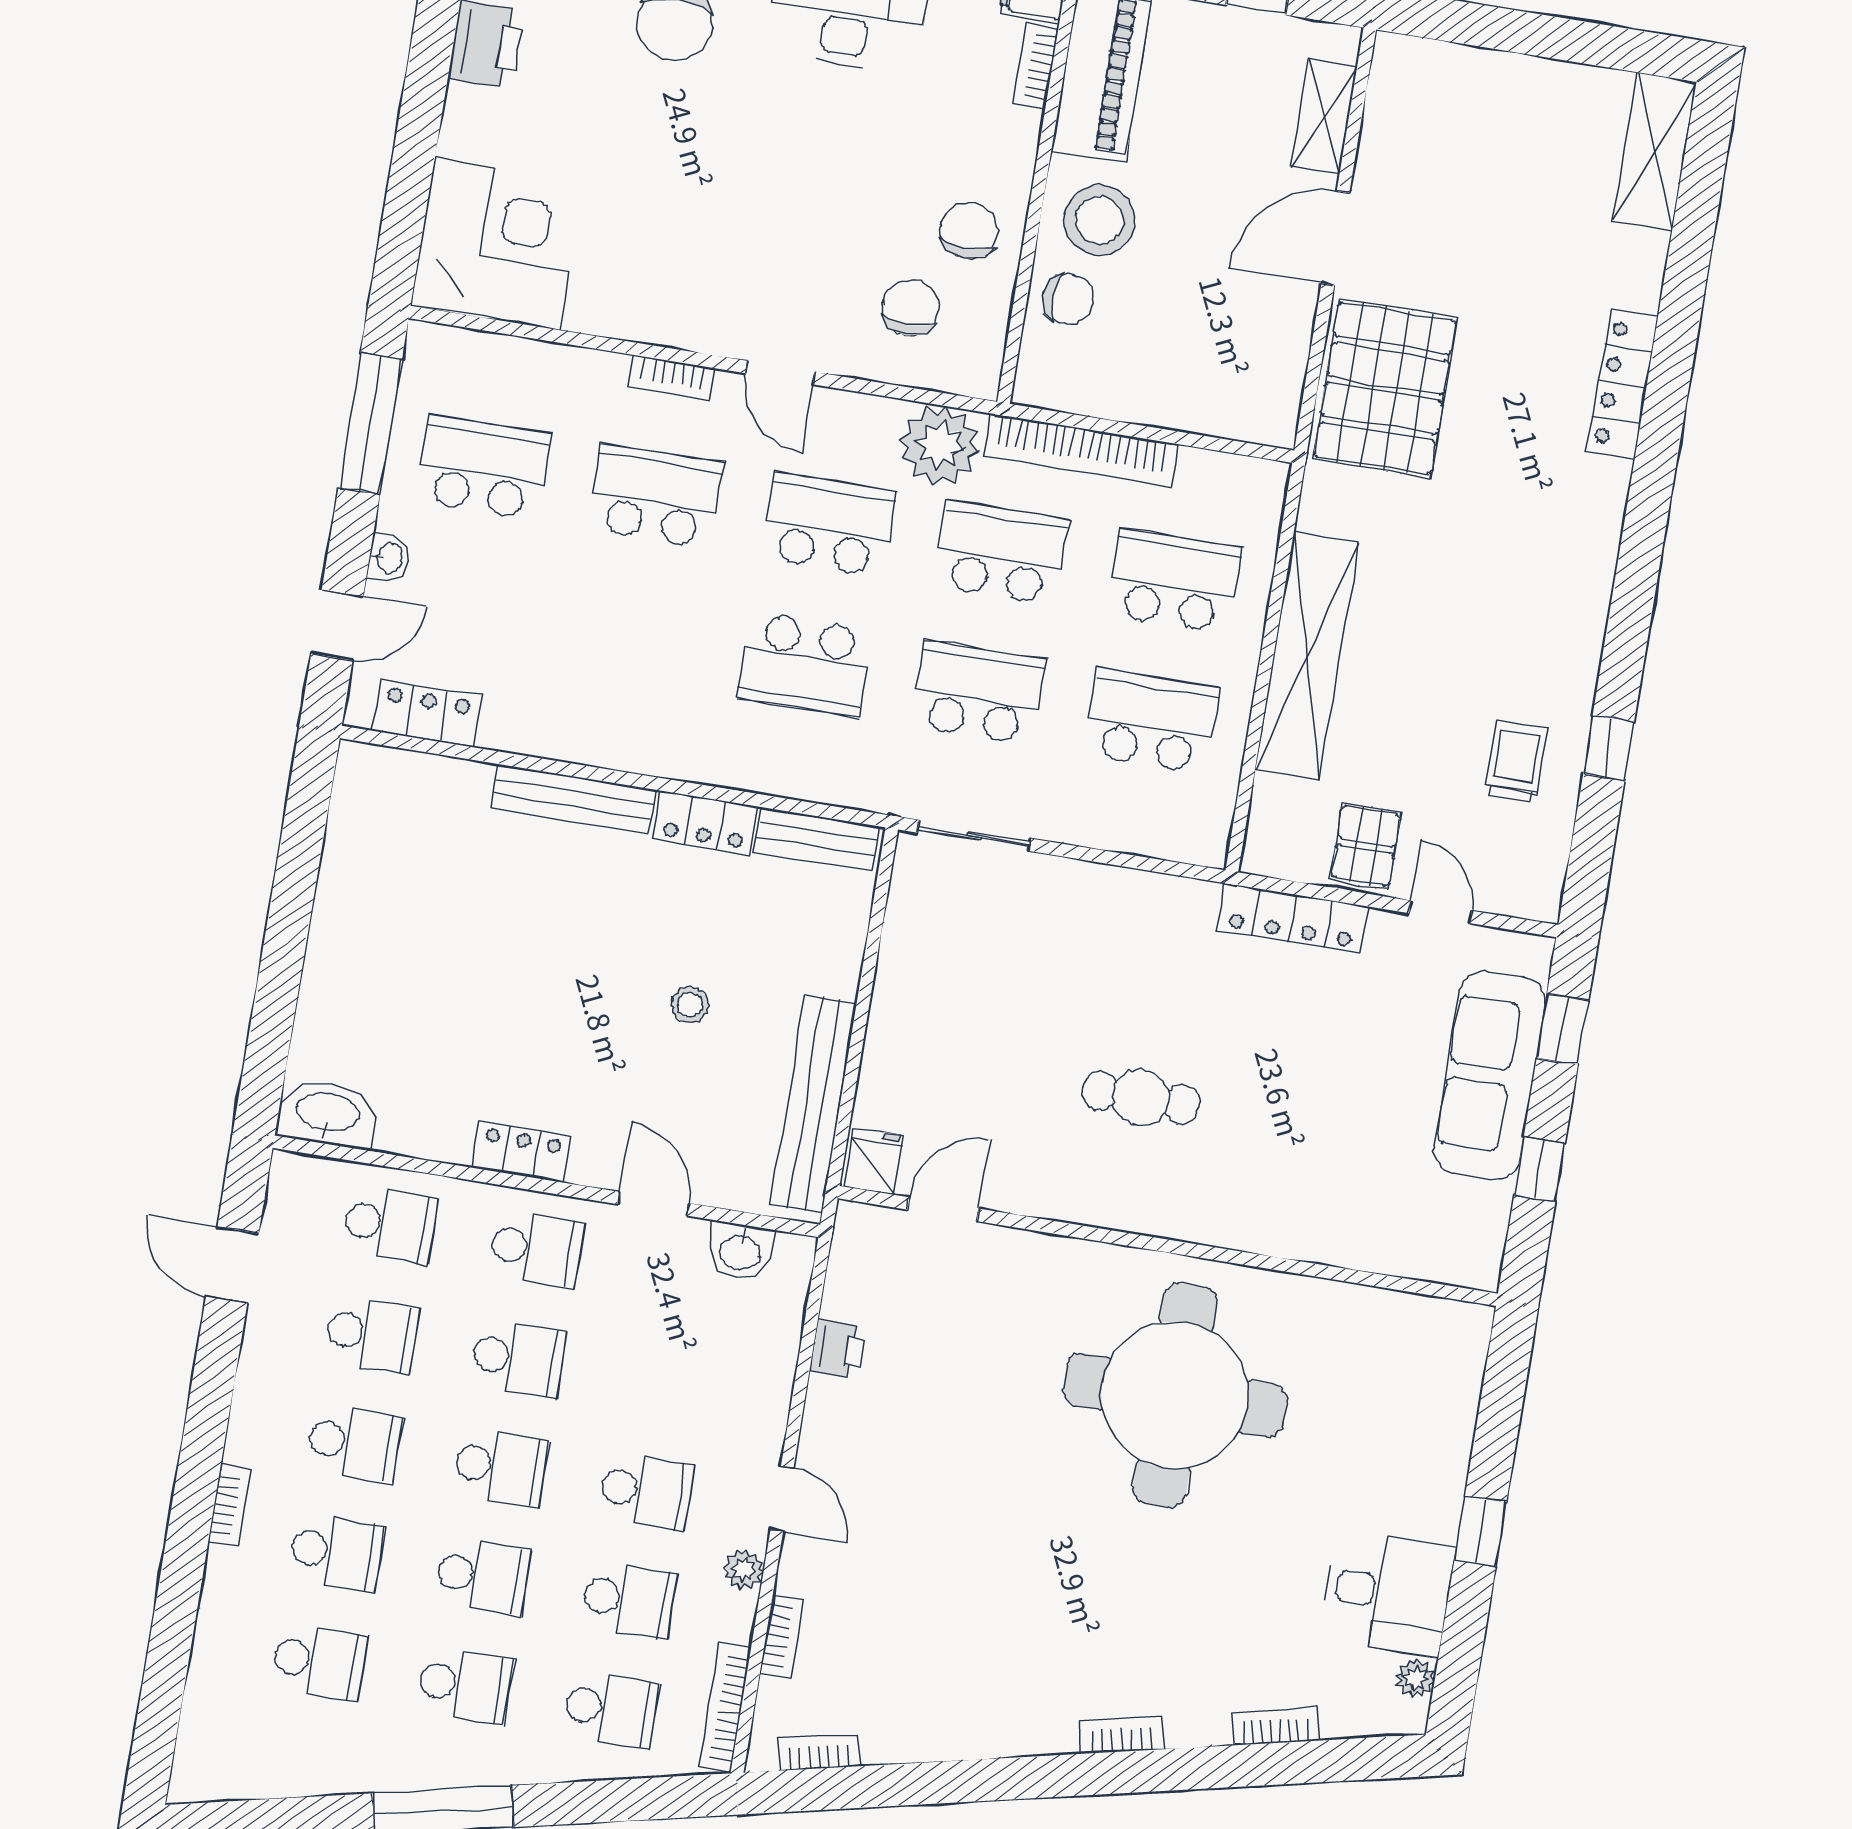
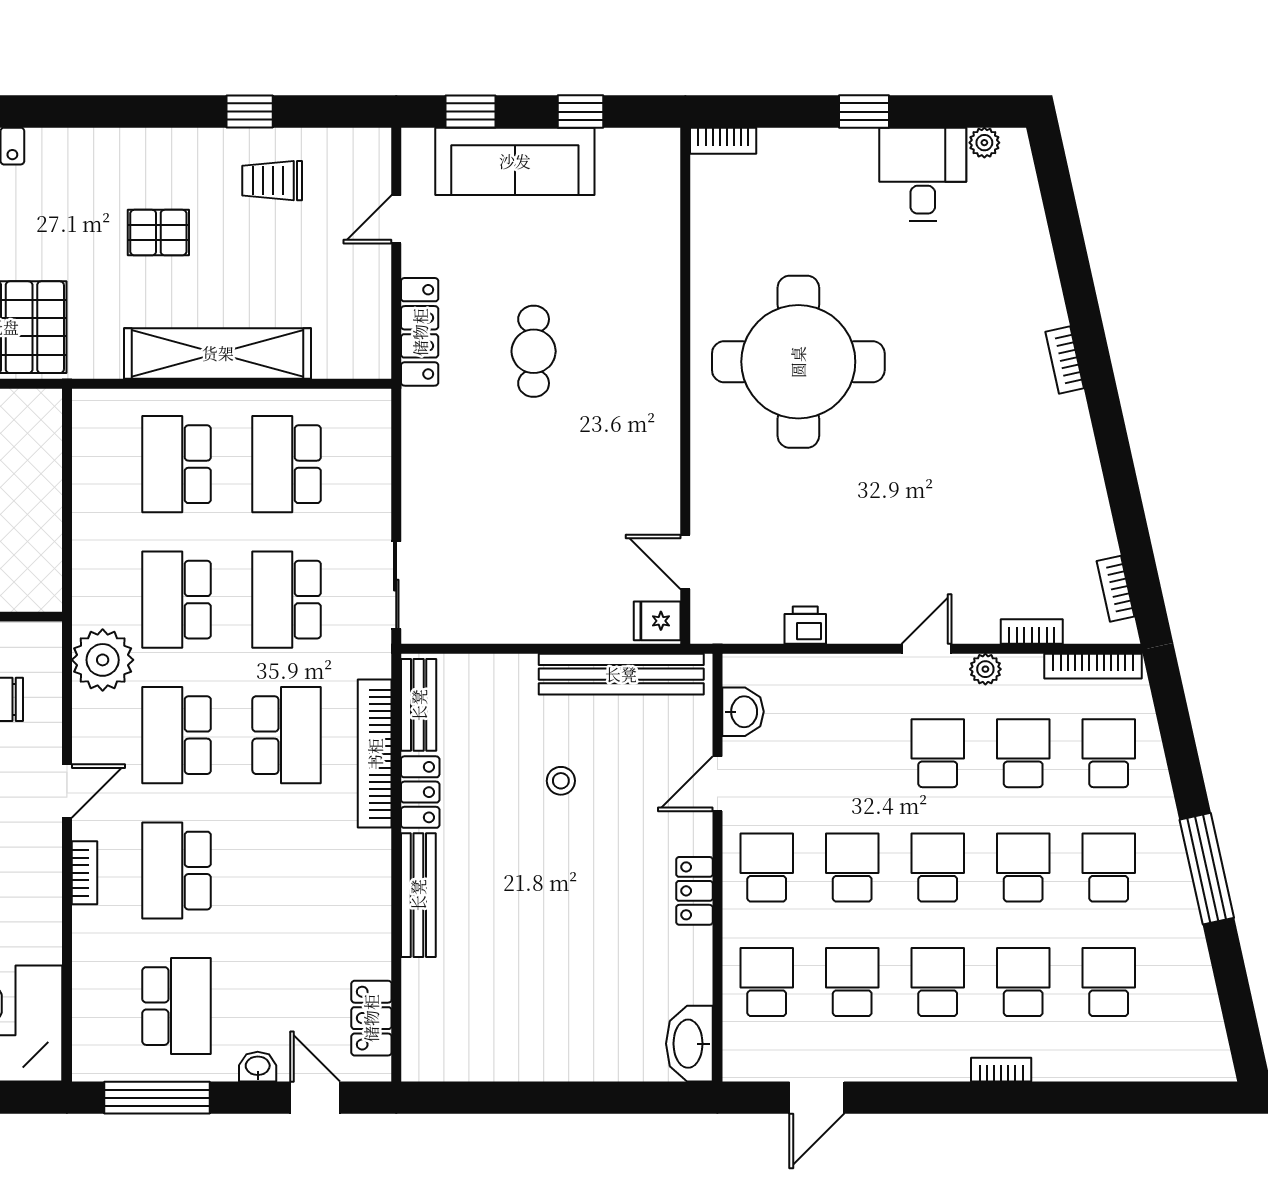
bookcase: (1081, 450) -> (375, 754), moved, turned 180
school desk: (483, 468) -> (177, 1006), turned 180
pallet: (1366, 846) -> (158, 233), moved
cafe table: (1141, 1098) -> (534, 351), moved
bookcase: (1276, 1726) -> (723, 141), moved, turned -78

